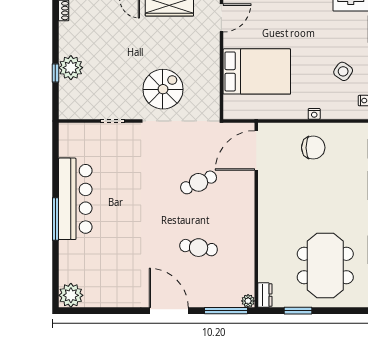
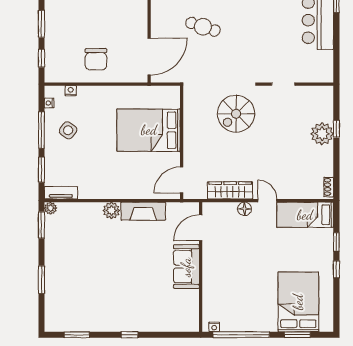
nightstand: (314, 114) -> (71, 91), moved
chair: (313, 148) -> (96, 59), turned -90
cafe table: (199, 182) -> (203, 27), turned 42

